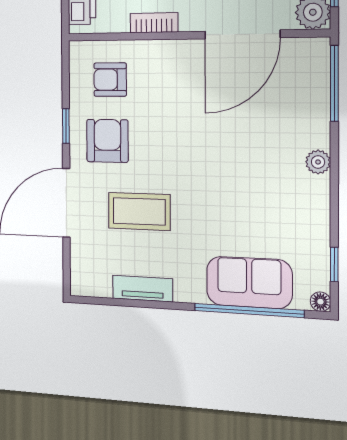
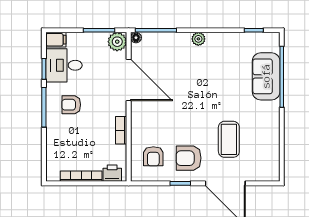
tv unit: (142, 289) -> (273, 138), removed
floor lamp: (320, 302) -> (136, 38), moved

